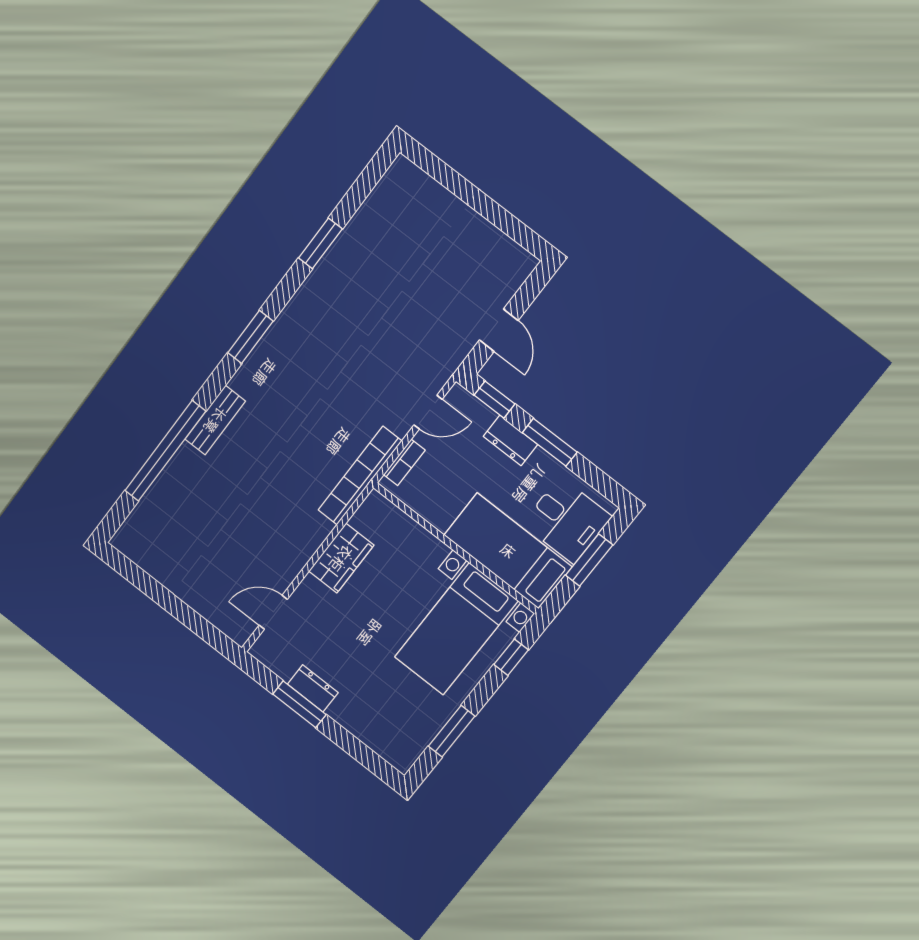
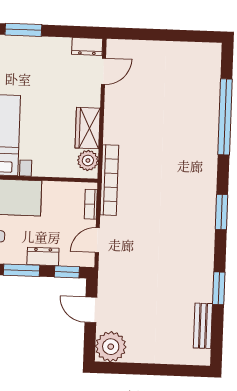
plant: (507, 266) -> (111, 347), added
bench: (215, 420) -> (203, 326), moved
plant: (369, 519) -> (88, 160), added
dresser: (313, 688) -> (87, 46), moved
window: (299, 704) -> (23, 30), moved

